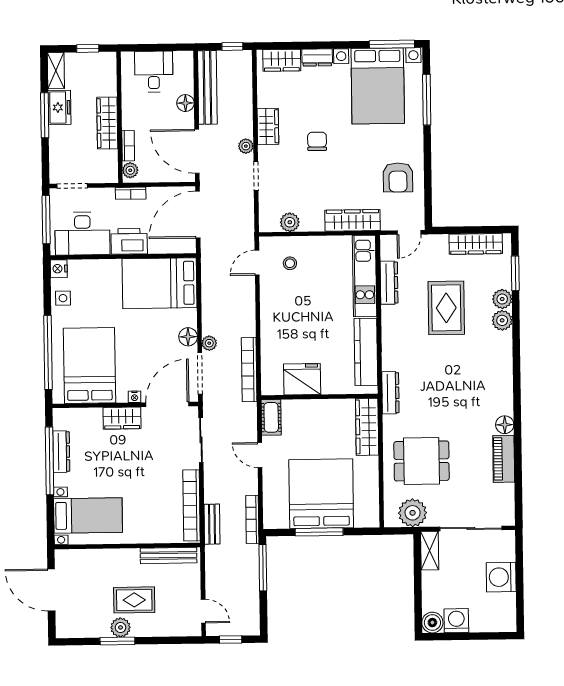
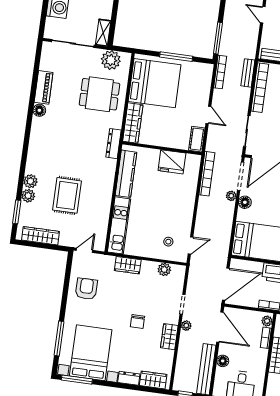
wardrobe: (352, 220) -> (128, 265), width x0.67
dresser: (389, 283) -> (103, 218), removed
bed: (321, 494) -> (155, 83), moved, turned -90

